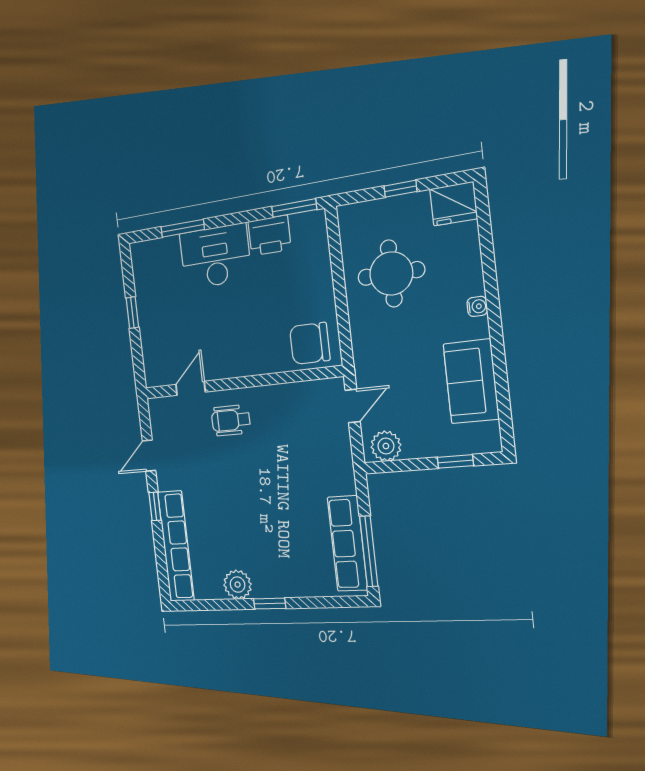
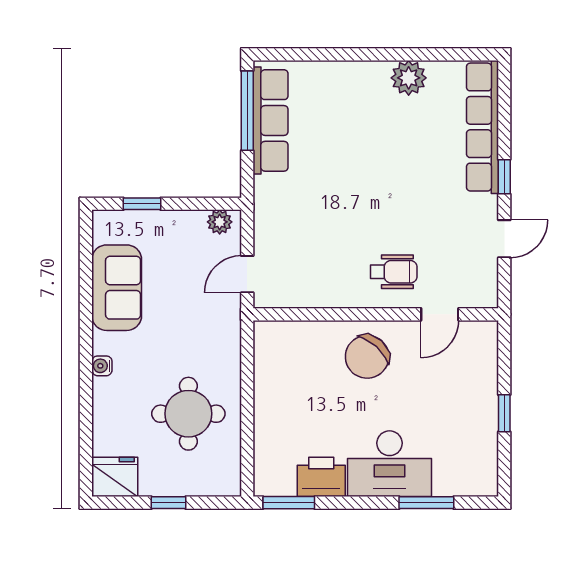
chair: (310, 343) -> (367, 357), moved, turned 132
plant: (386, 446) -> (220, 222), width x0.73, depth x0.73
window: (270, 604) -> (371, 54), removed

